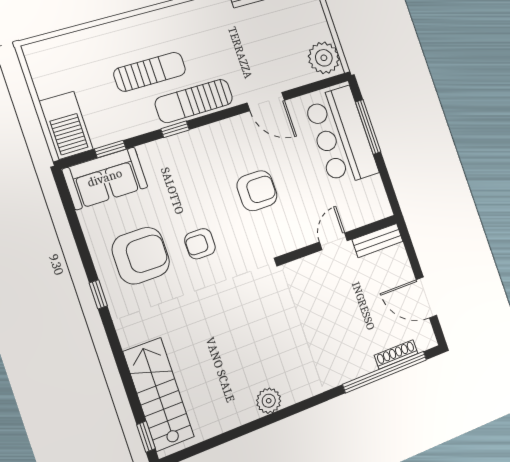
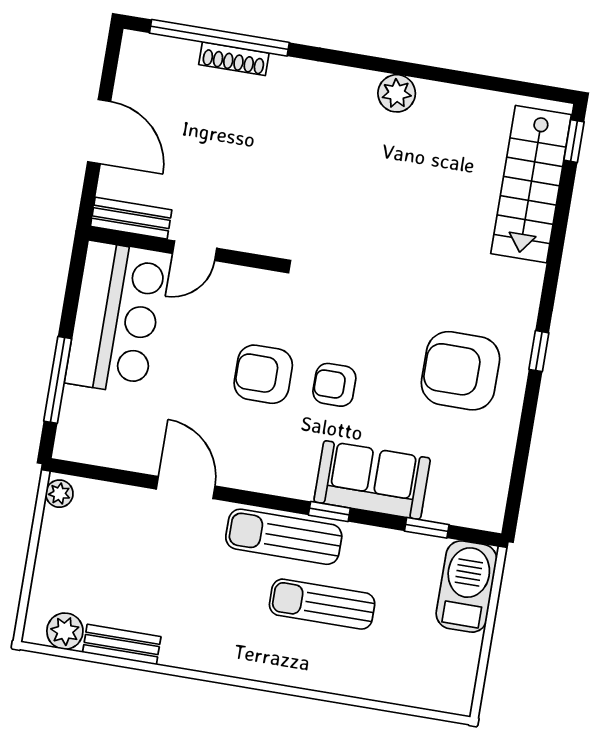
plant: (324, 58) -> (59, 494), width x0.53, depth x0.53
sun lounger: (194, 101) -> (284, 537), turned 180
bar counter: (341, 136) -> (116, 318), moved
sofa: (105, 178) -> (372, 480), moved
armchair: (200, 244) -> (334, 385), moved, turned 180
door: (426, 297) -> (99, 132), moved
shoe rack: (396, 354) -> (234, 59), moved

